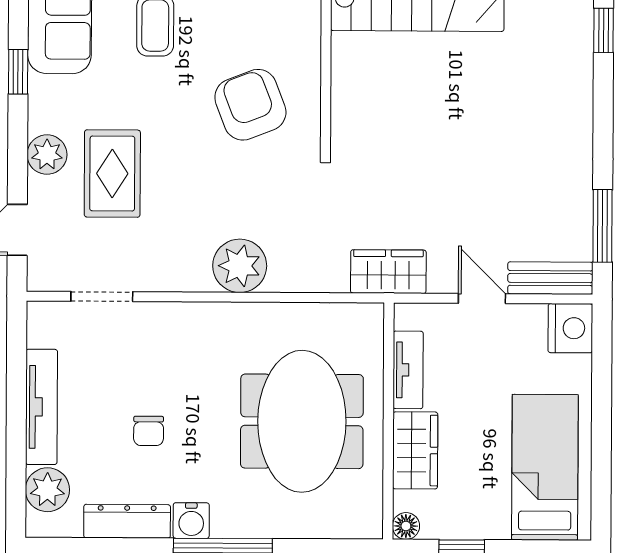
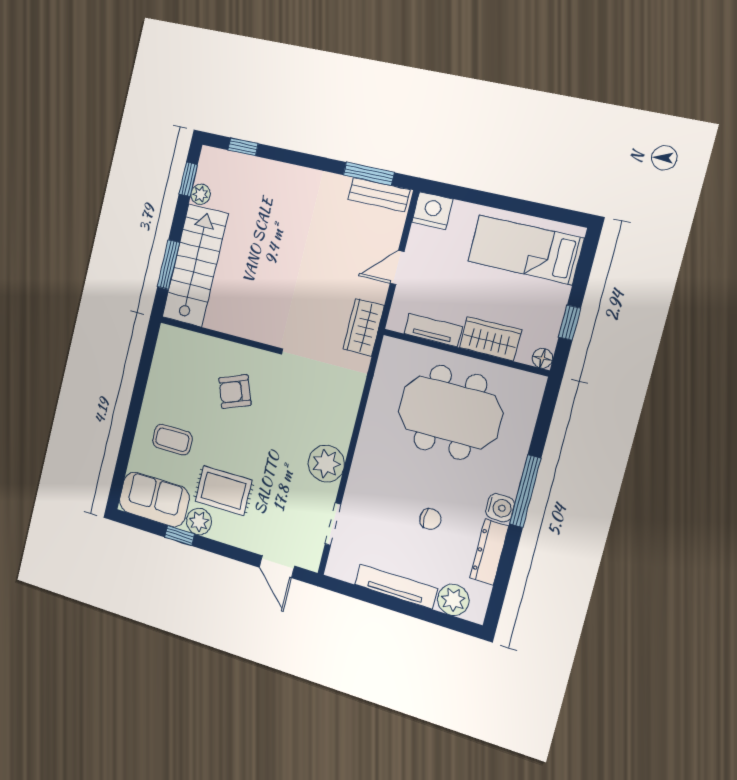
armchair: (250, 105) -> (235, 392), width x0.72, depth x0.72
plant: (47, 155) -> (199, 522), moved
rug: (112, 174) -> (223, 491), moved
plant: (240, 266) -> (326, 464), moved
bench: (550, 278) -> (379, 195), moved, turned 90

